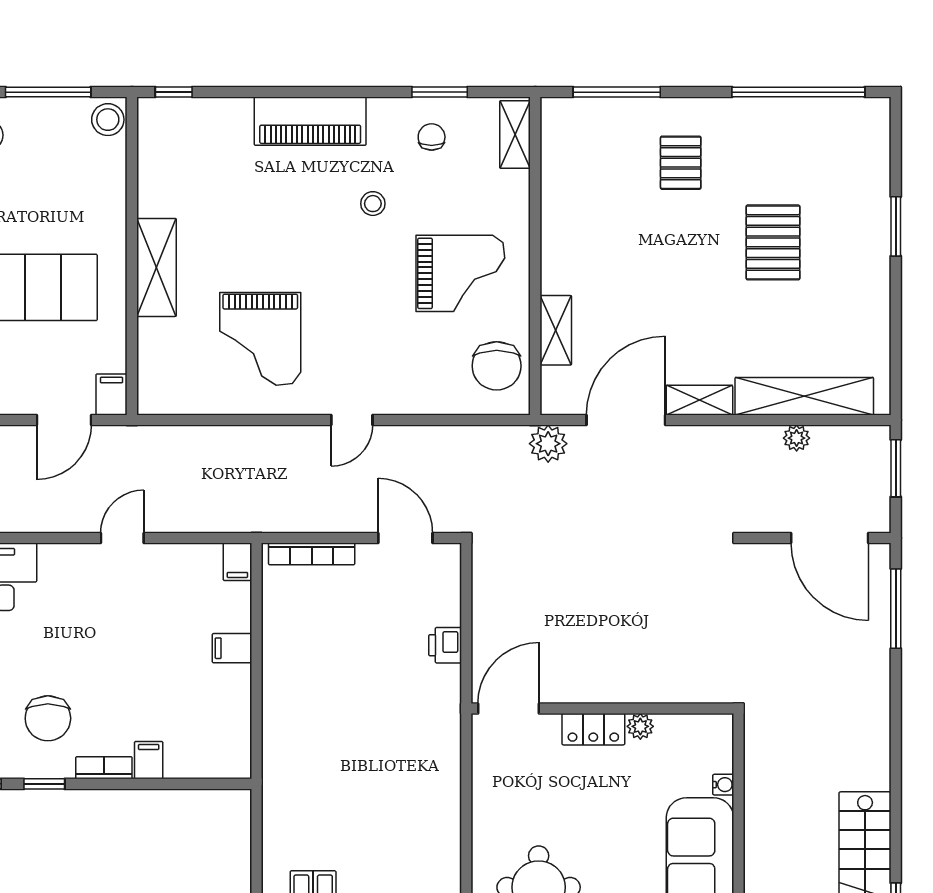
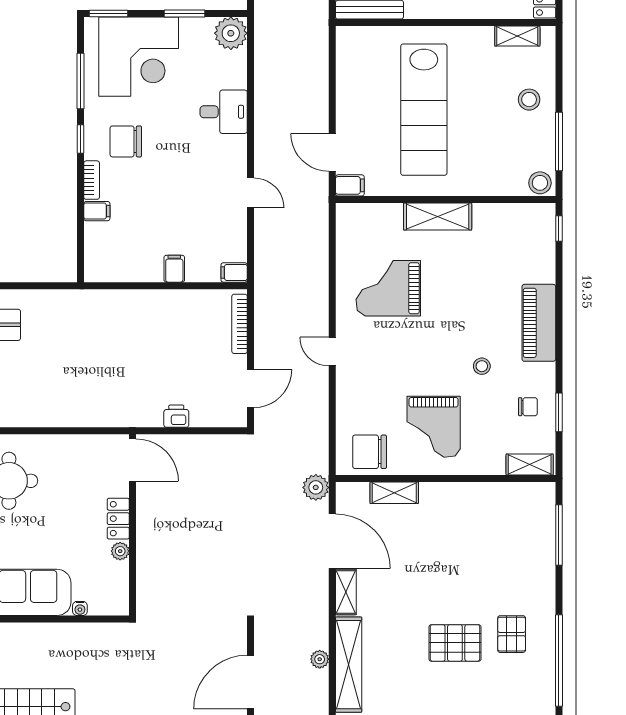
pallet: (681, 163) -> (512, 634), moved, turned 90

